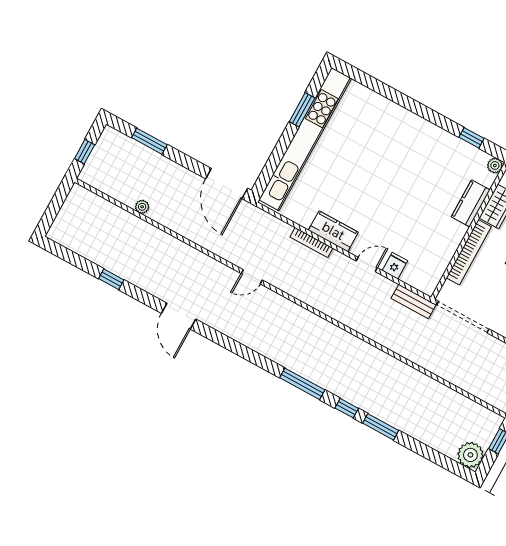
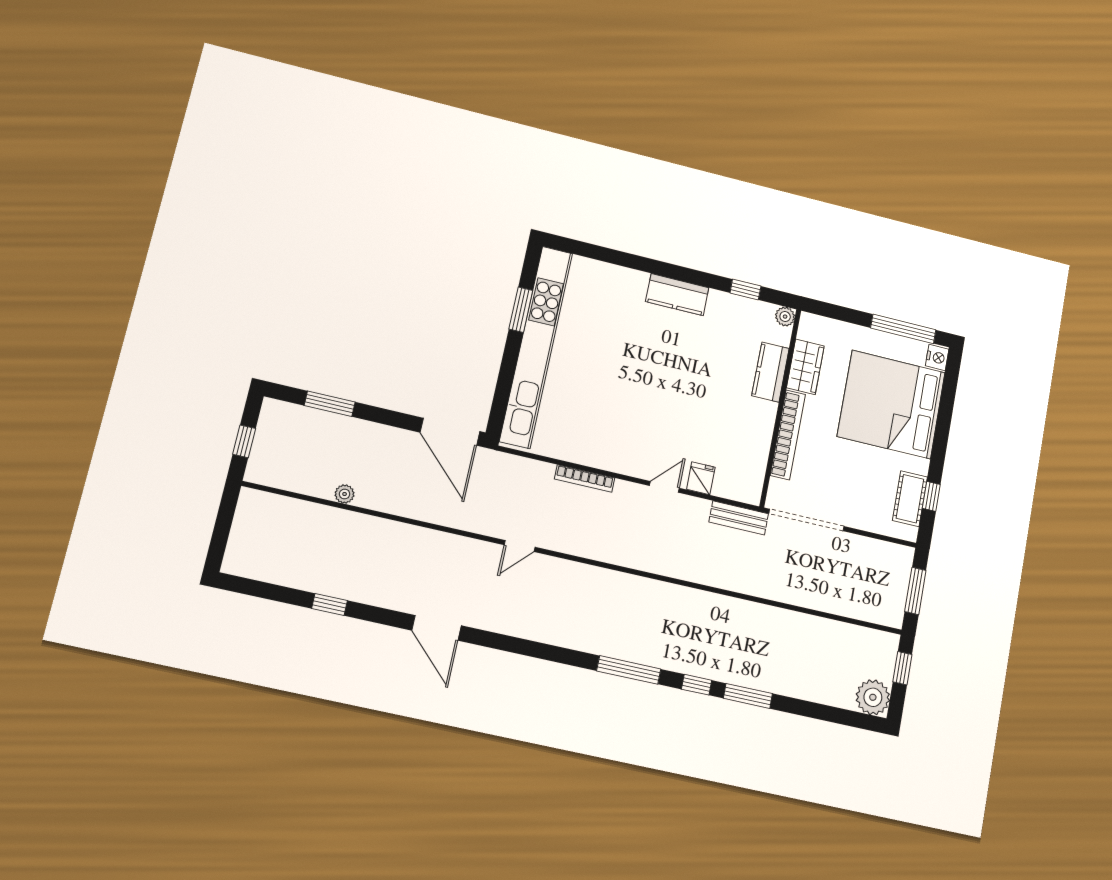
kitchen counter: (333, 231) -> (677, 295), moved, turned 180

